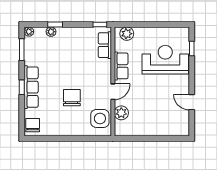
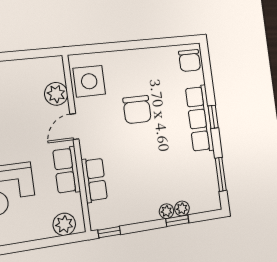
plant: (29, 32) -> (167, 211), moved
row of seats: (105, 45) -> (94, 180), moved

